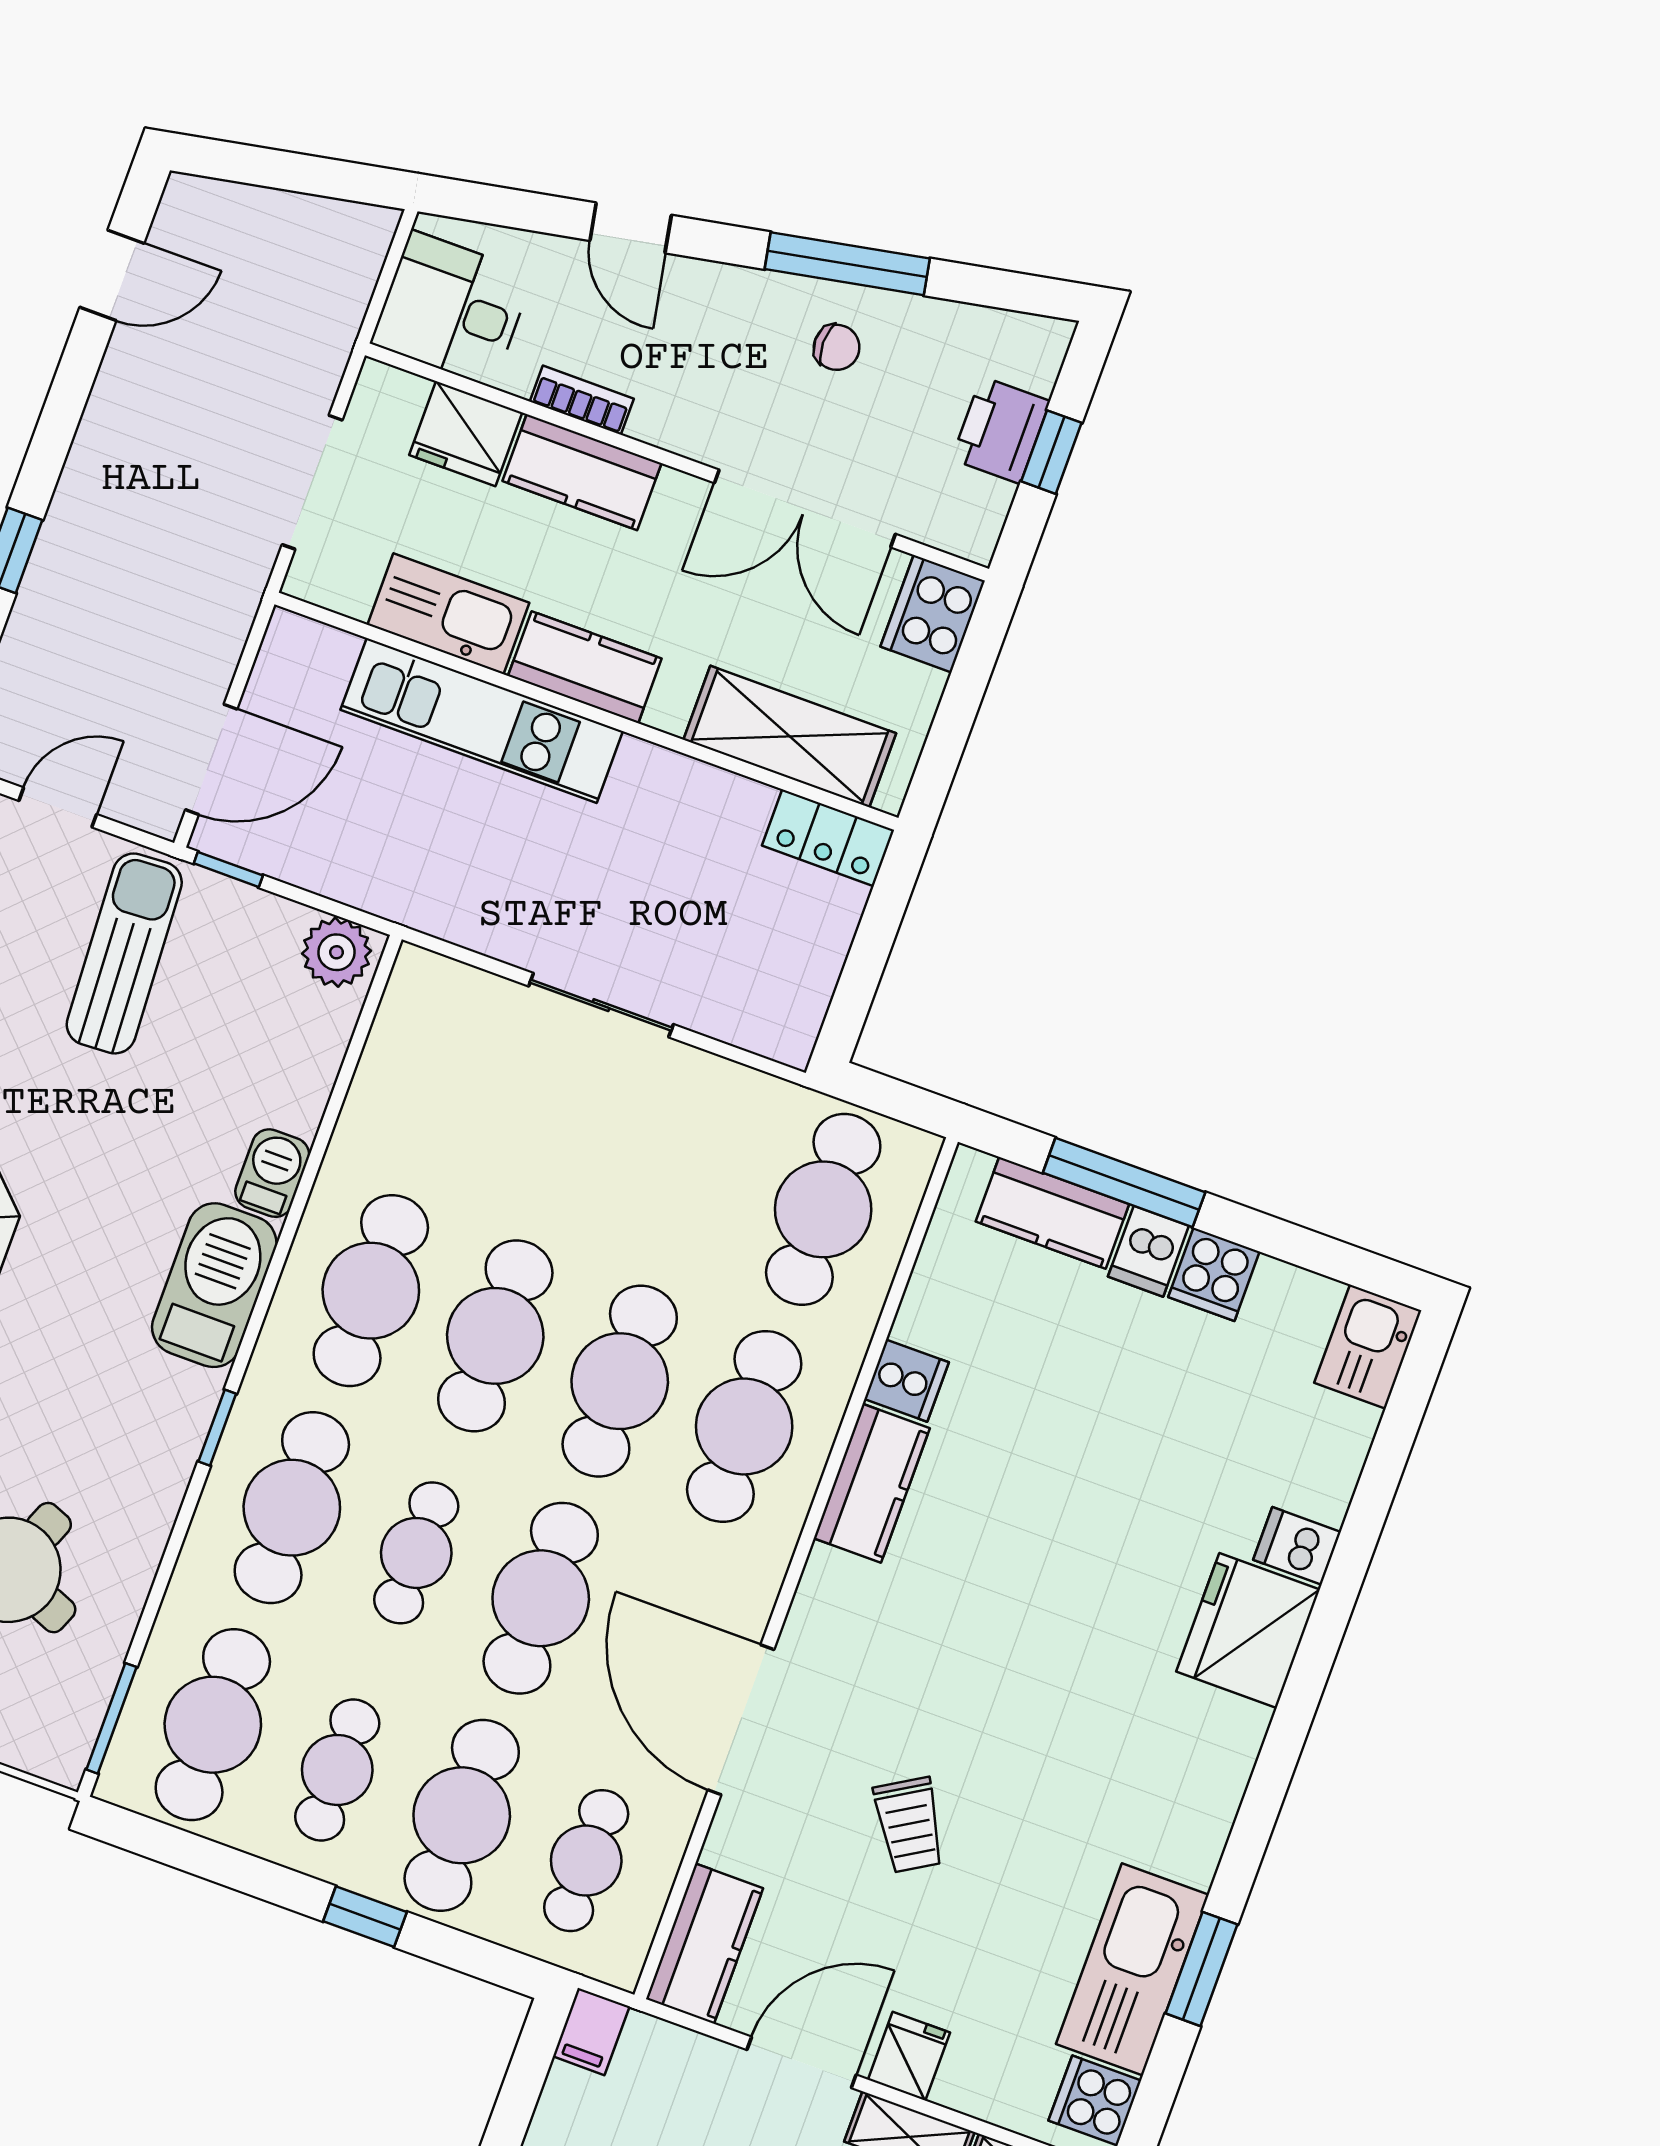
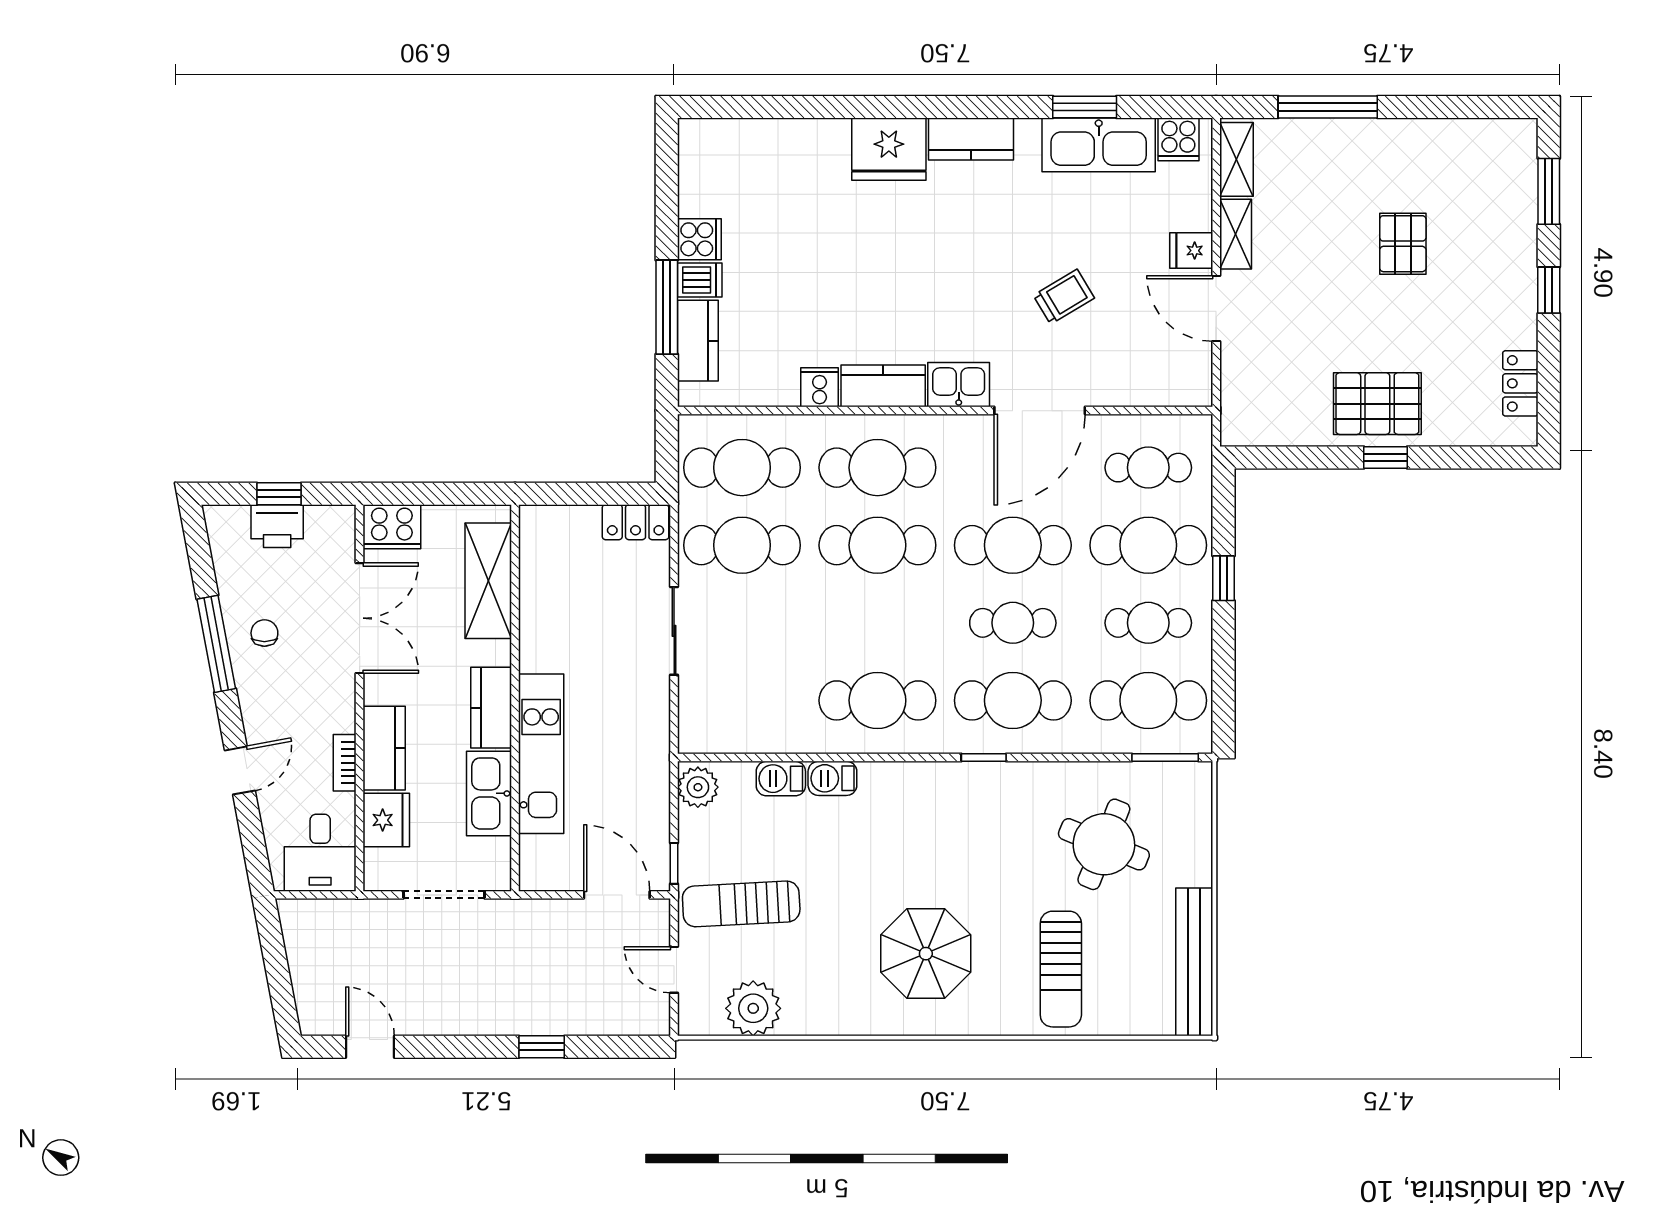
locker: (828, 838) -> (636, 522), moved, turned 90
barbecue: (214, 1285) -> (781, 779), moved, width x0.53, depth x0.65
cafe table: (495, 1336) -> (742, 545), moved
kitchen sink: (1368, 1347) -> (959, 385), moved, turned 180
dishwasher: (1297, 1546) -> (832, 139), removed
kitchen counter: (705, 1944) -> (971, 139), moved, turned 180
filing cabinet: (591, 2031) -> (1241, 431), removed

